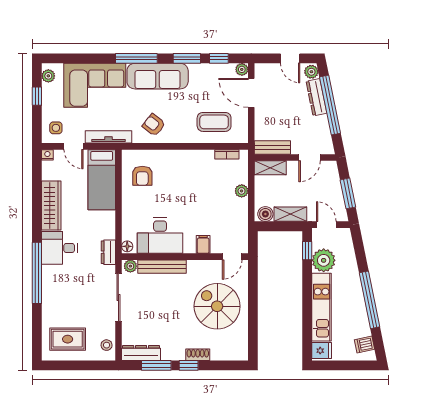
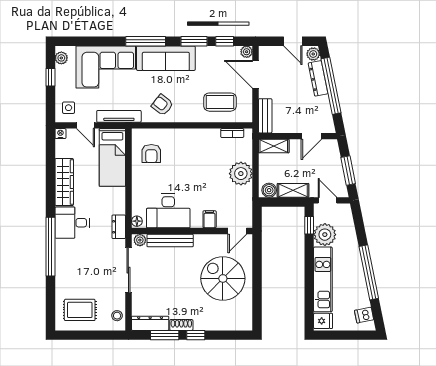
bench: (272, 147) -> (265, 116), moved, turned 90
plant: (242, 191) -> (241, 174), width x1.88, depth x1.88
shoe rack: (198, 355) -> (181, 325), moved

